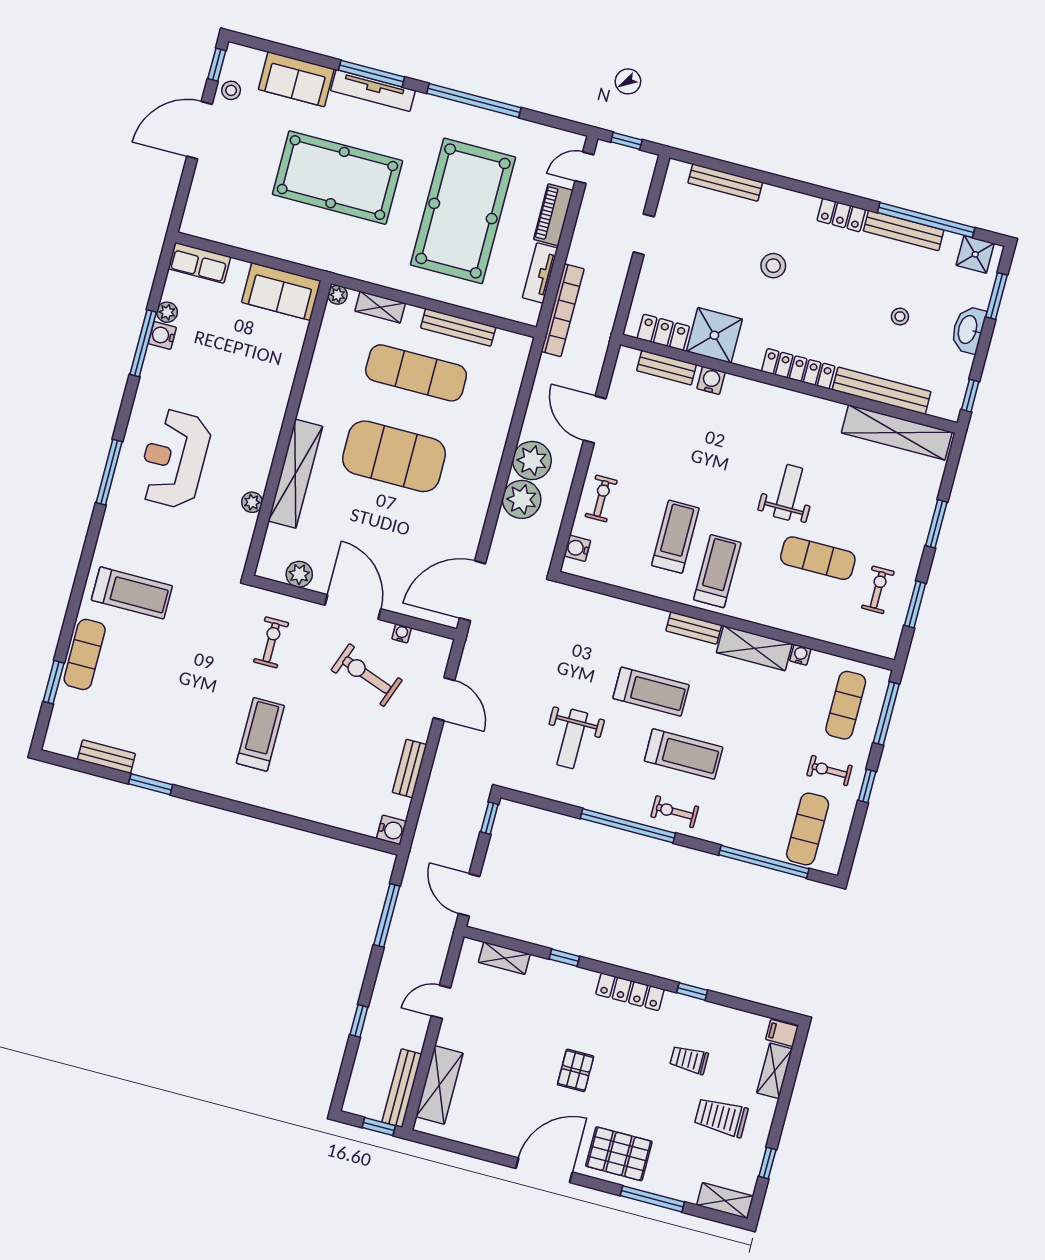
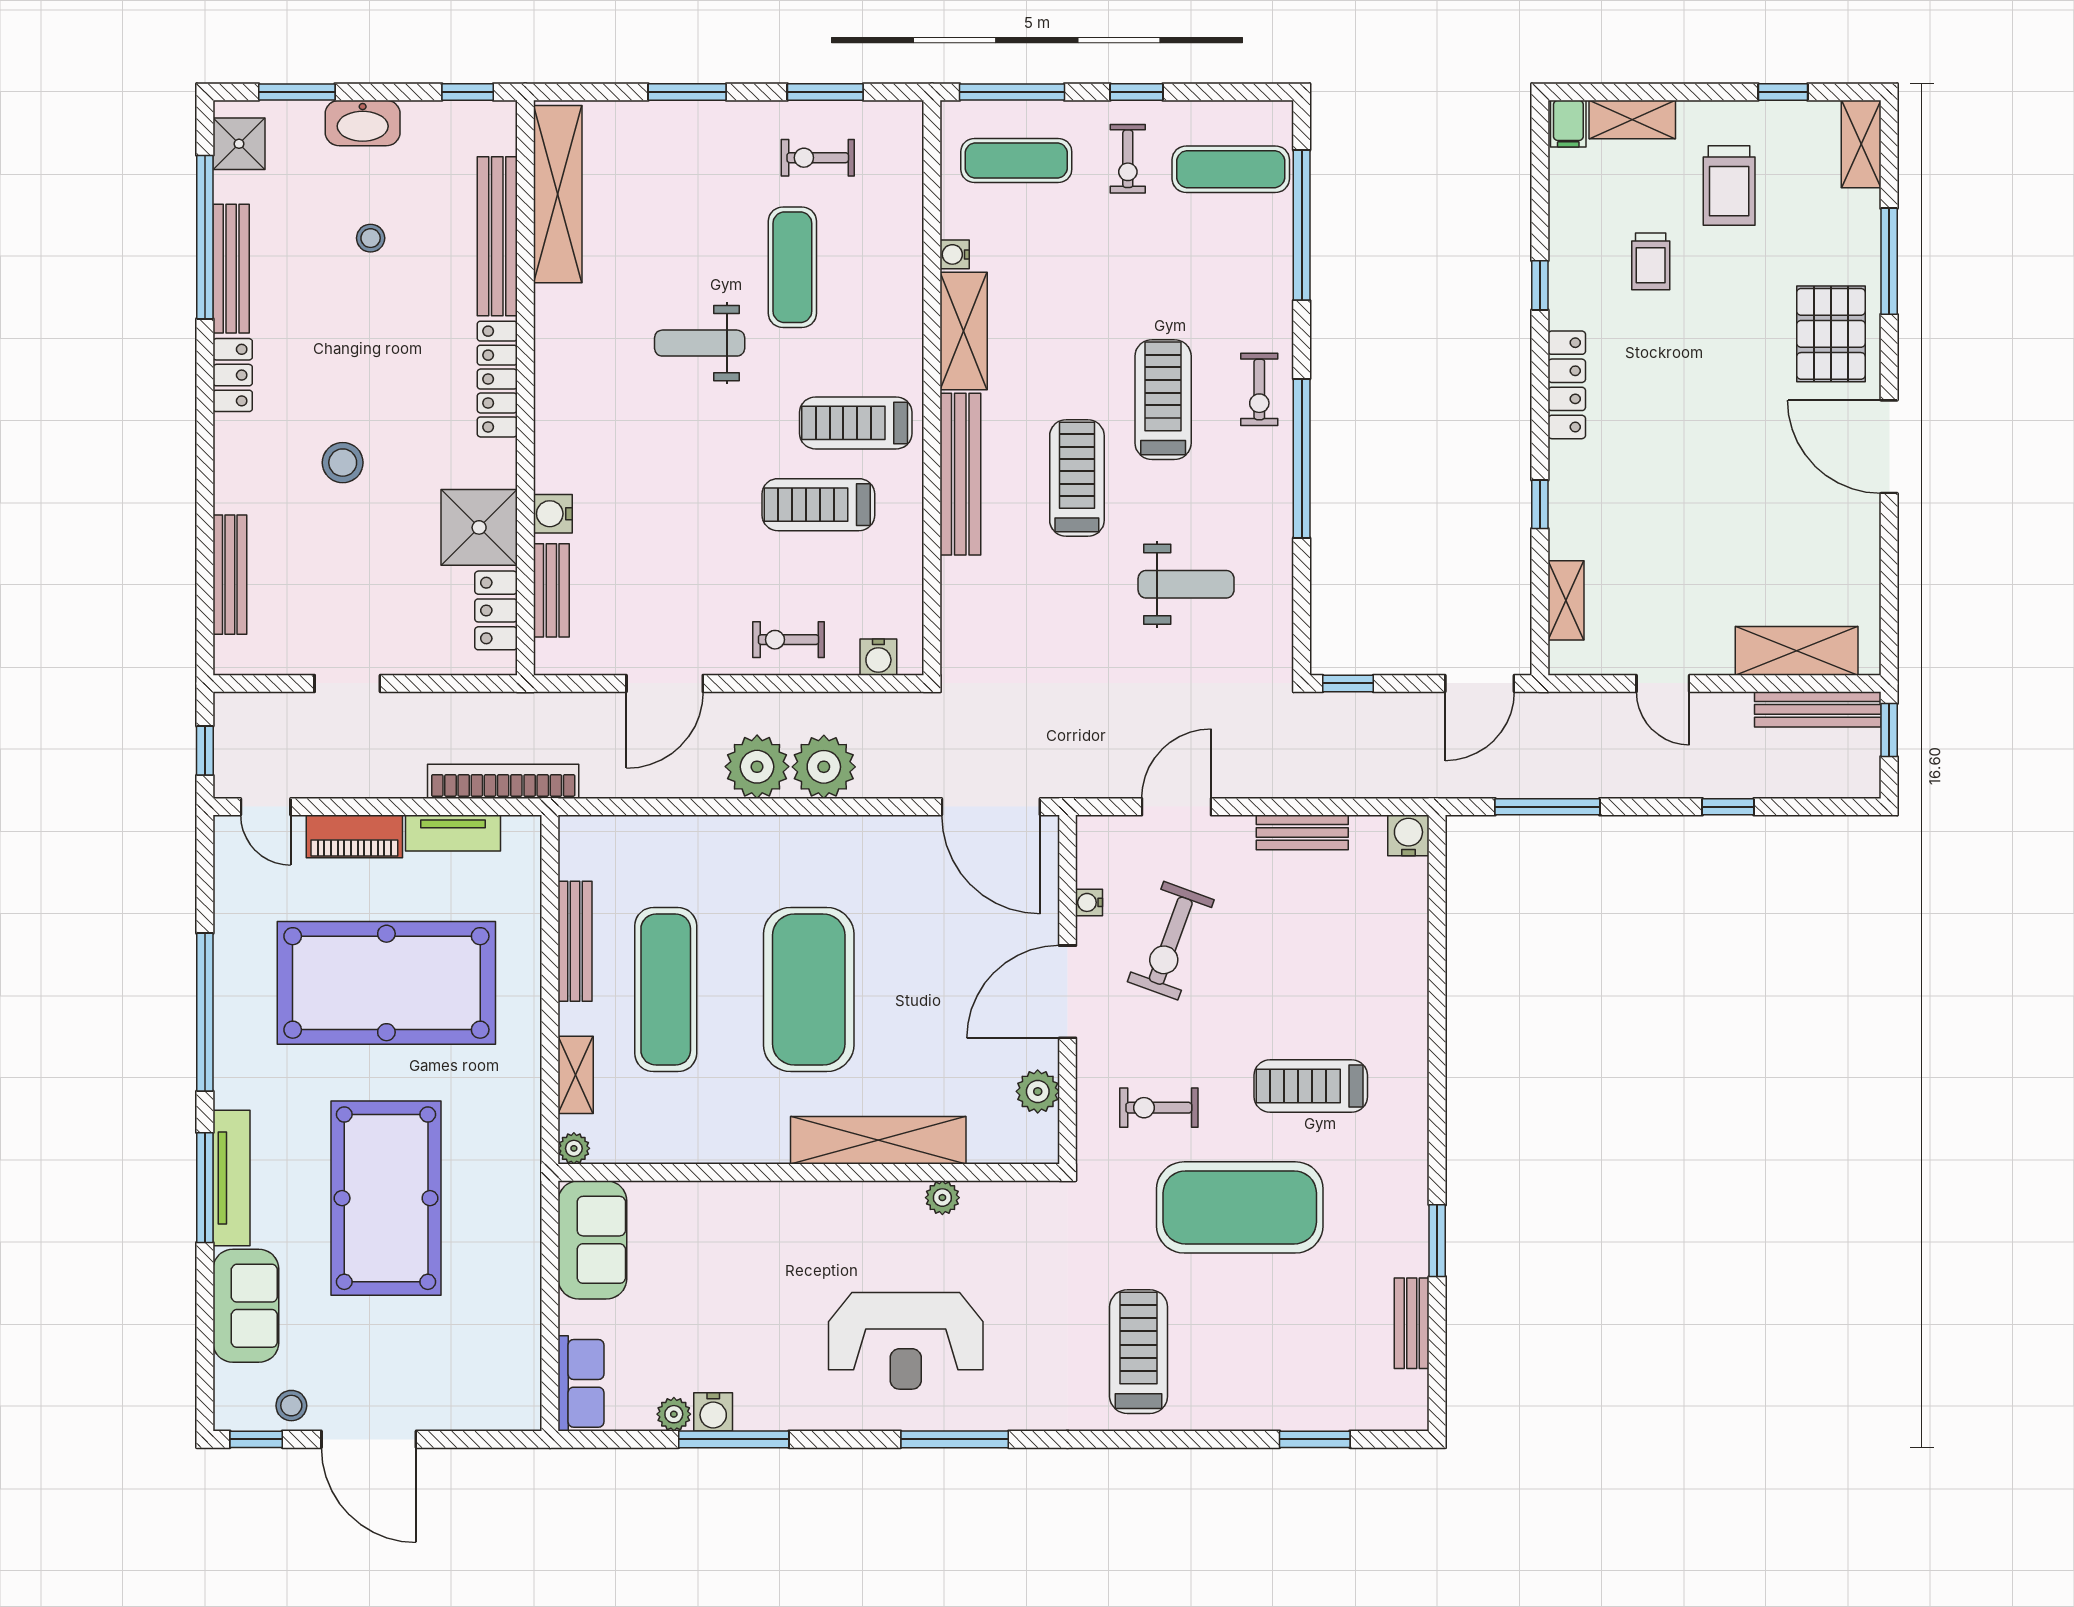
bench: (694, 628) -> (960, 474), width x1.86, depth x1.21
exercise mat: (85, 654) -> (1240, 1207), moved, width x2.00, depth x1.45
pallet: (576, 1070) -> (1716, 439), removed

